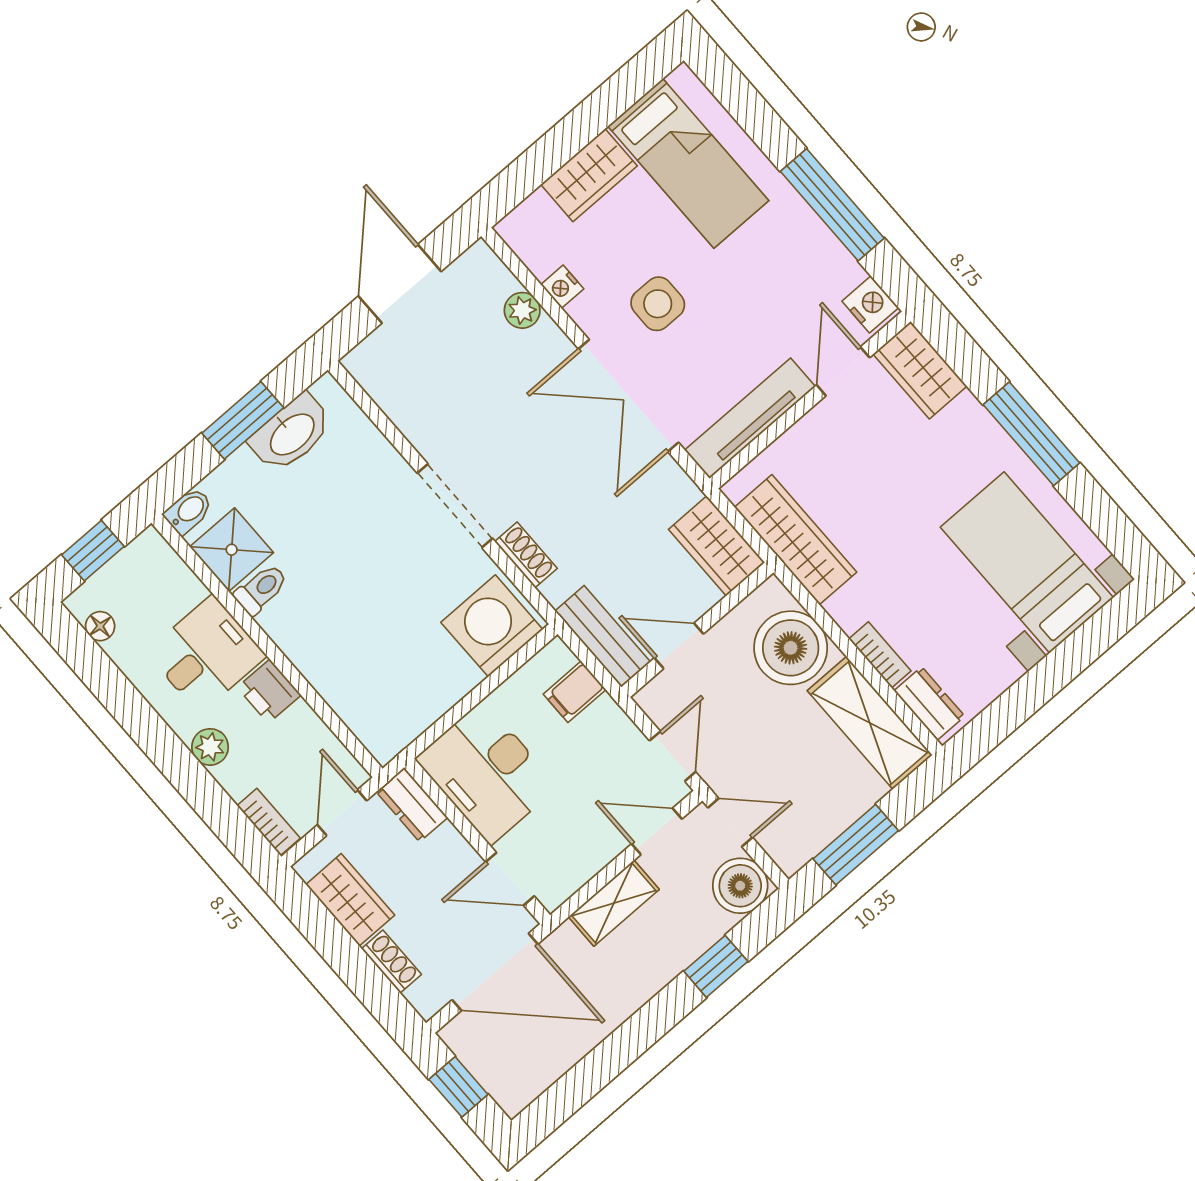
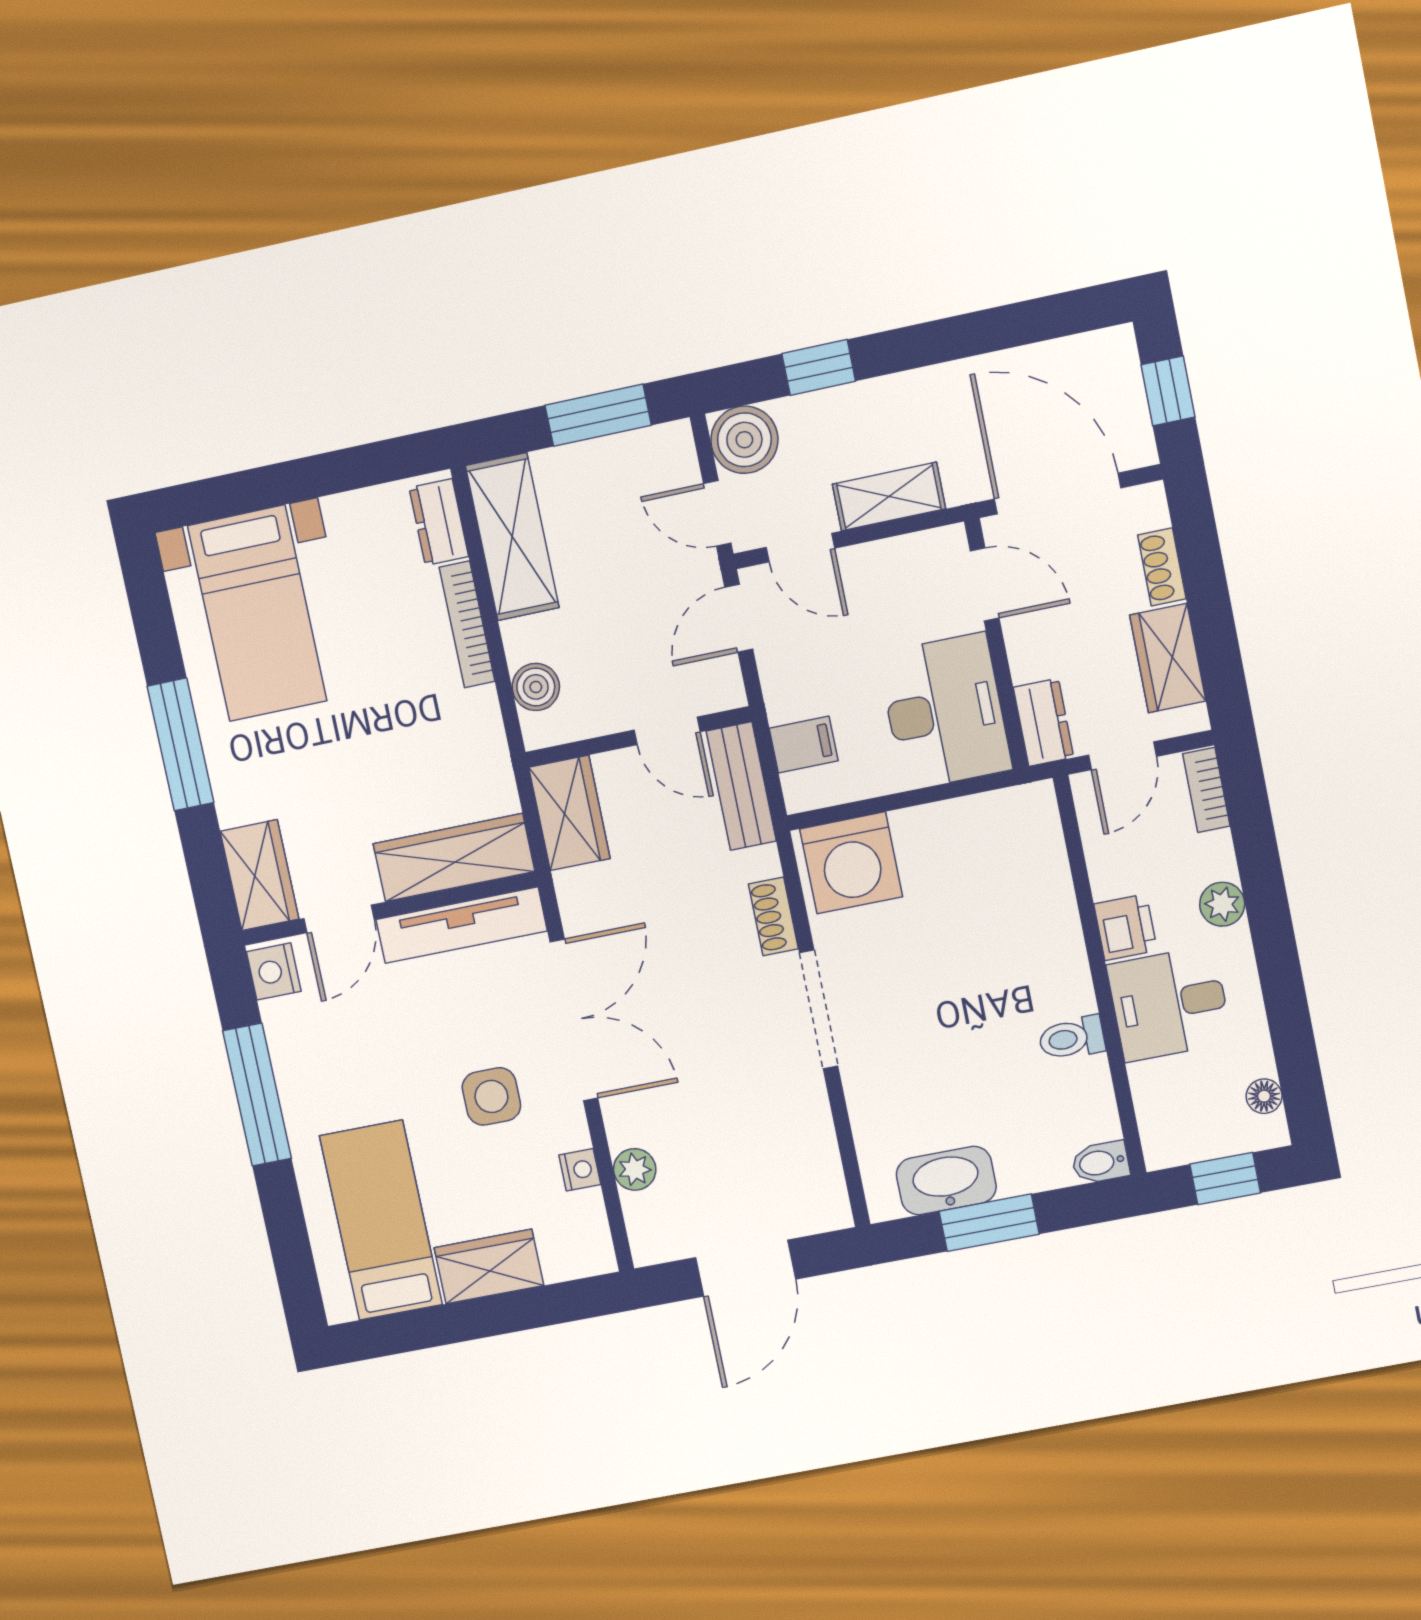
wardrobe: (796, 540) -> (454, 858), moved, turned 90
shower: (232, 550) -> (1079, 1097), removed
boiler: (791, 648) -> (536, 687), width x0.54, depth x0.54
bookcase: (880, 655) -> (467, 624), width x1.56

